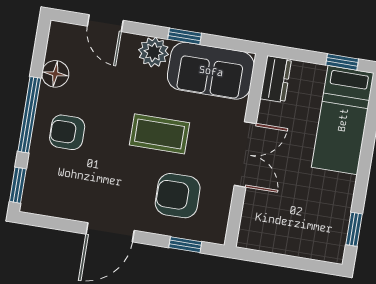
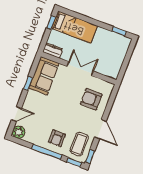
plant: (154, 52) -> (19, 132), moved
floor lamp: (55, 74) -> (33, 138), removed
coffee table: (159, 134) -> (79, 144), moved
armchair: (178, 196) -> (91, 99), turned 90
window: (185, 245) -> (90, 156), moved

